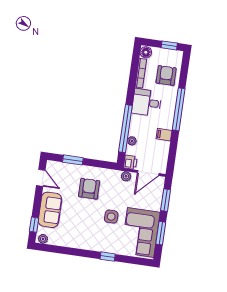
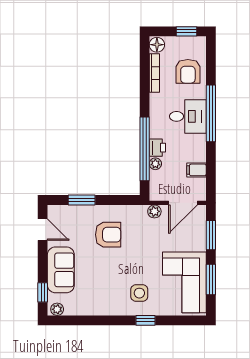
armchair: (166, 75) -> (188, 71), turned 180
desk: (147, 103) -> (188, 116), moved, turned 180
filing cabinet: (164, 135) -> (196, 170), moved
printer: (130, 162) -> (157, 148), moved
armchair: (89, 189) -> (108, 235), turned 90
side table: (111, 217) -> (139, 293), moved

